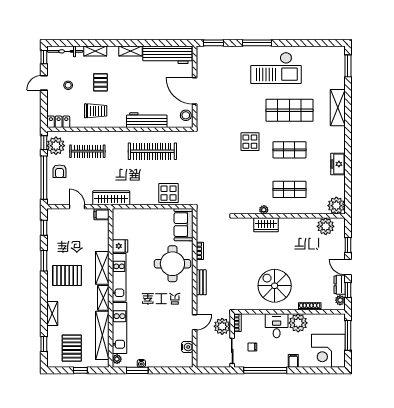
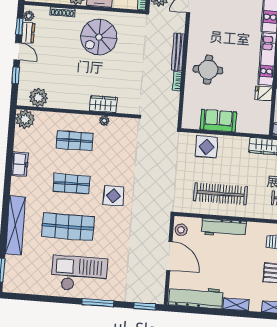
shelving: (338, 108) -> (15, 225), width x1.47
sofa: (184, 225) -> (218, 121), moved, turned -90
round table: (172, 264) -> (208, 70), width x0.73, depth x0.73
bench: (201, 282) -> (178, 52), width x1.36
spiral stairs: (275, 286) -> (99, 37), turned 90

